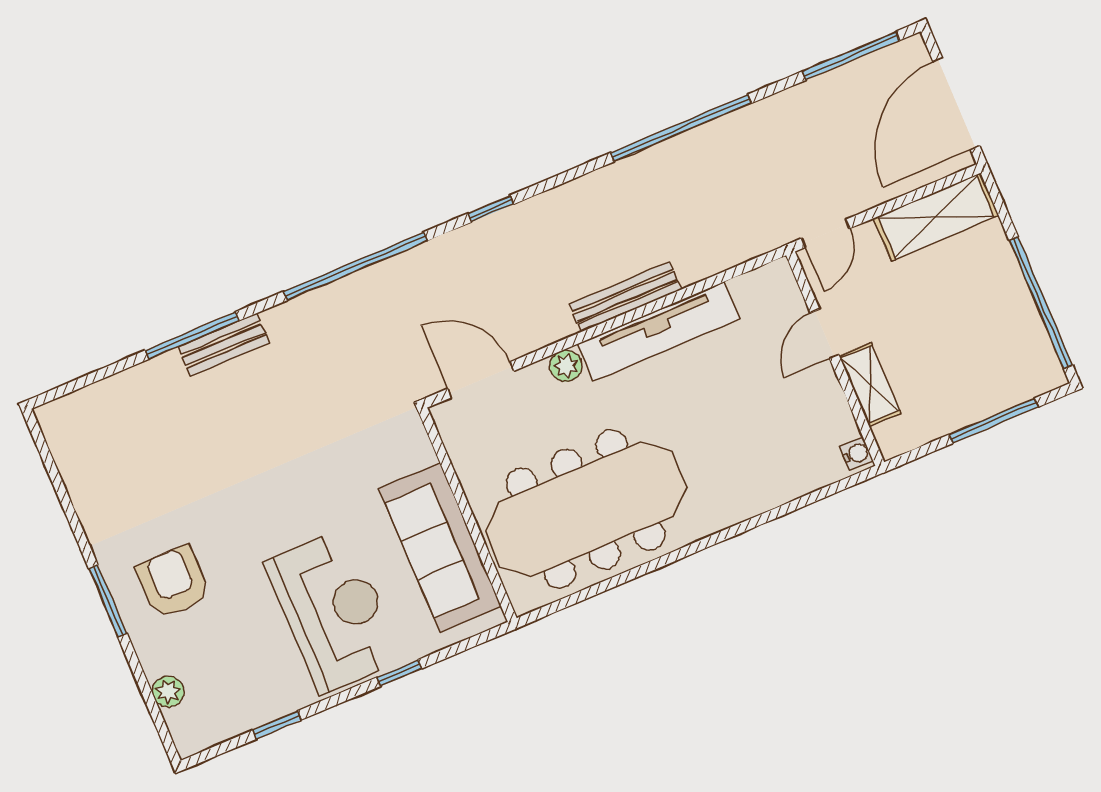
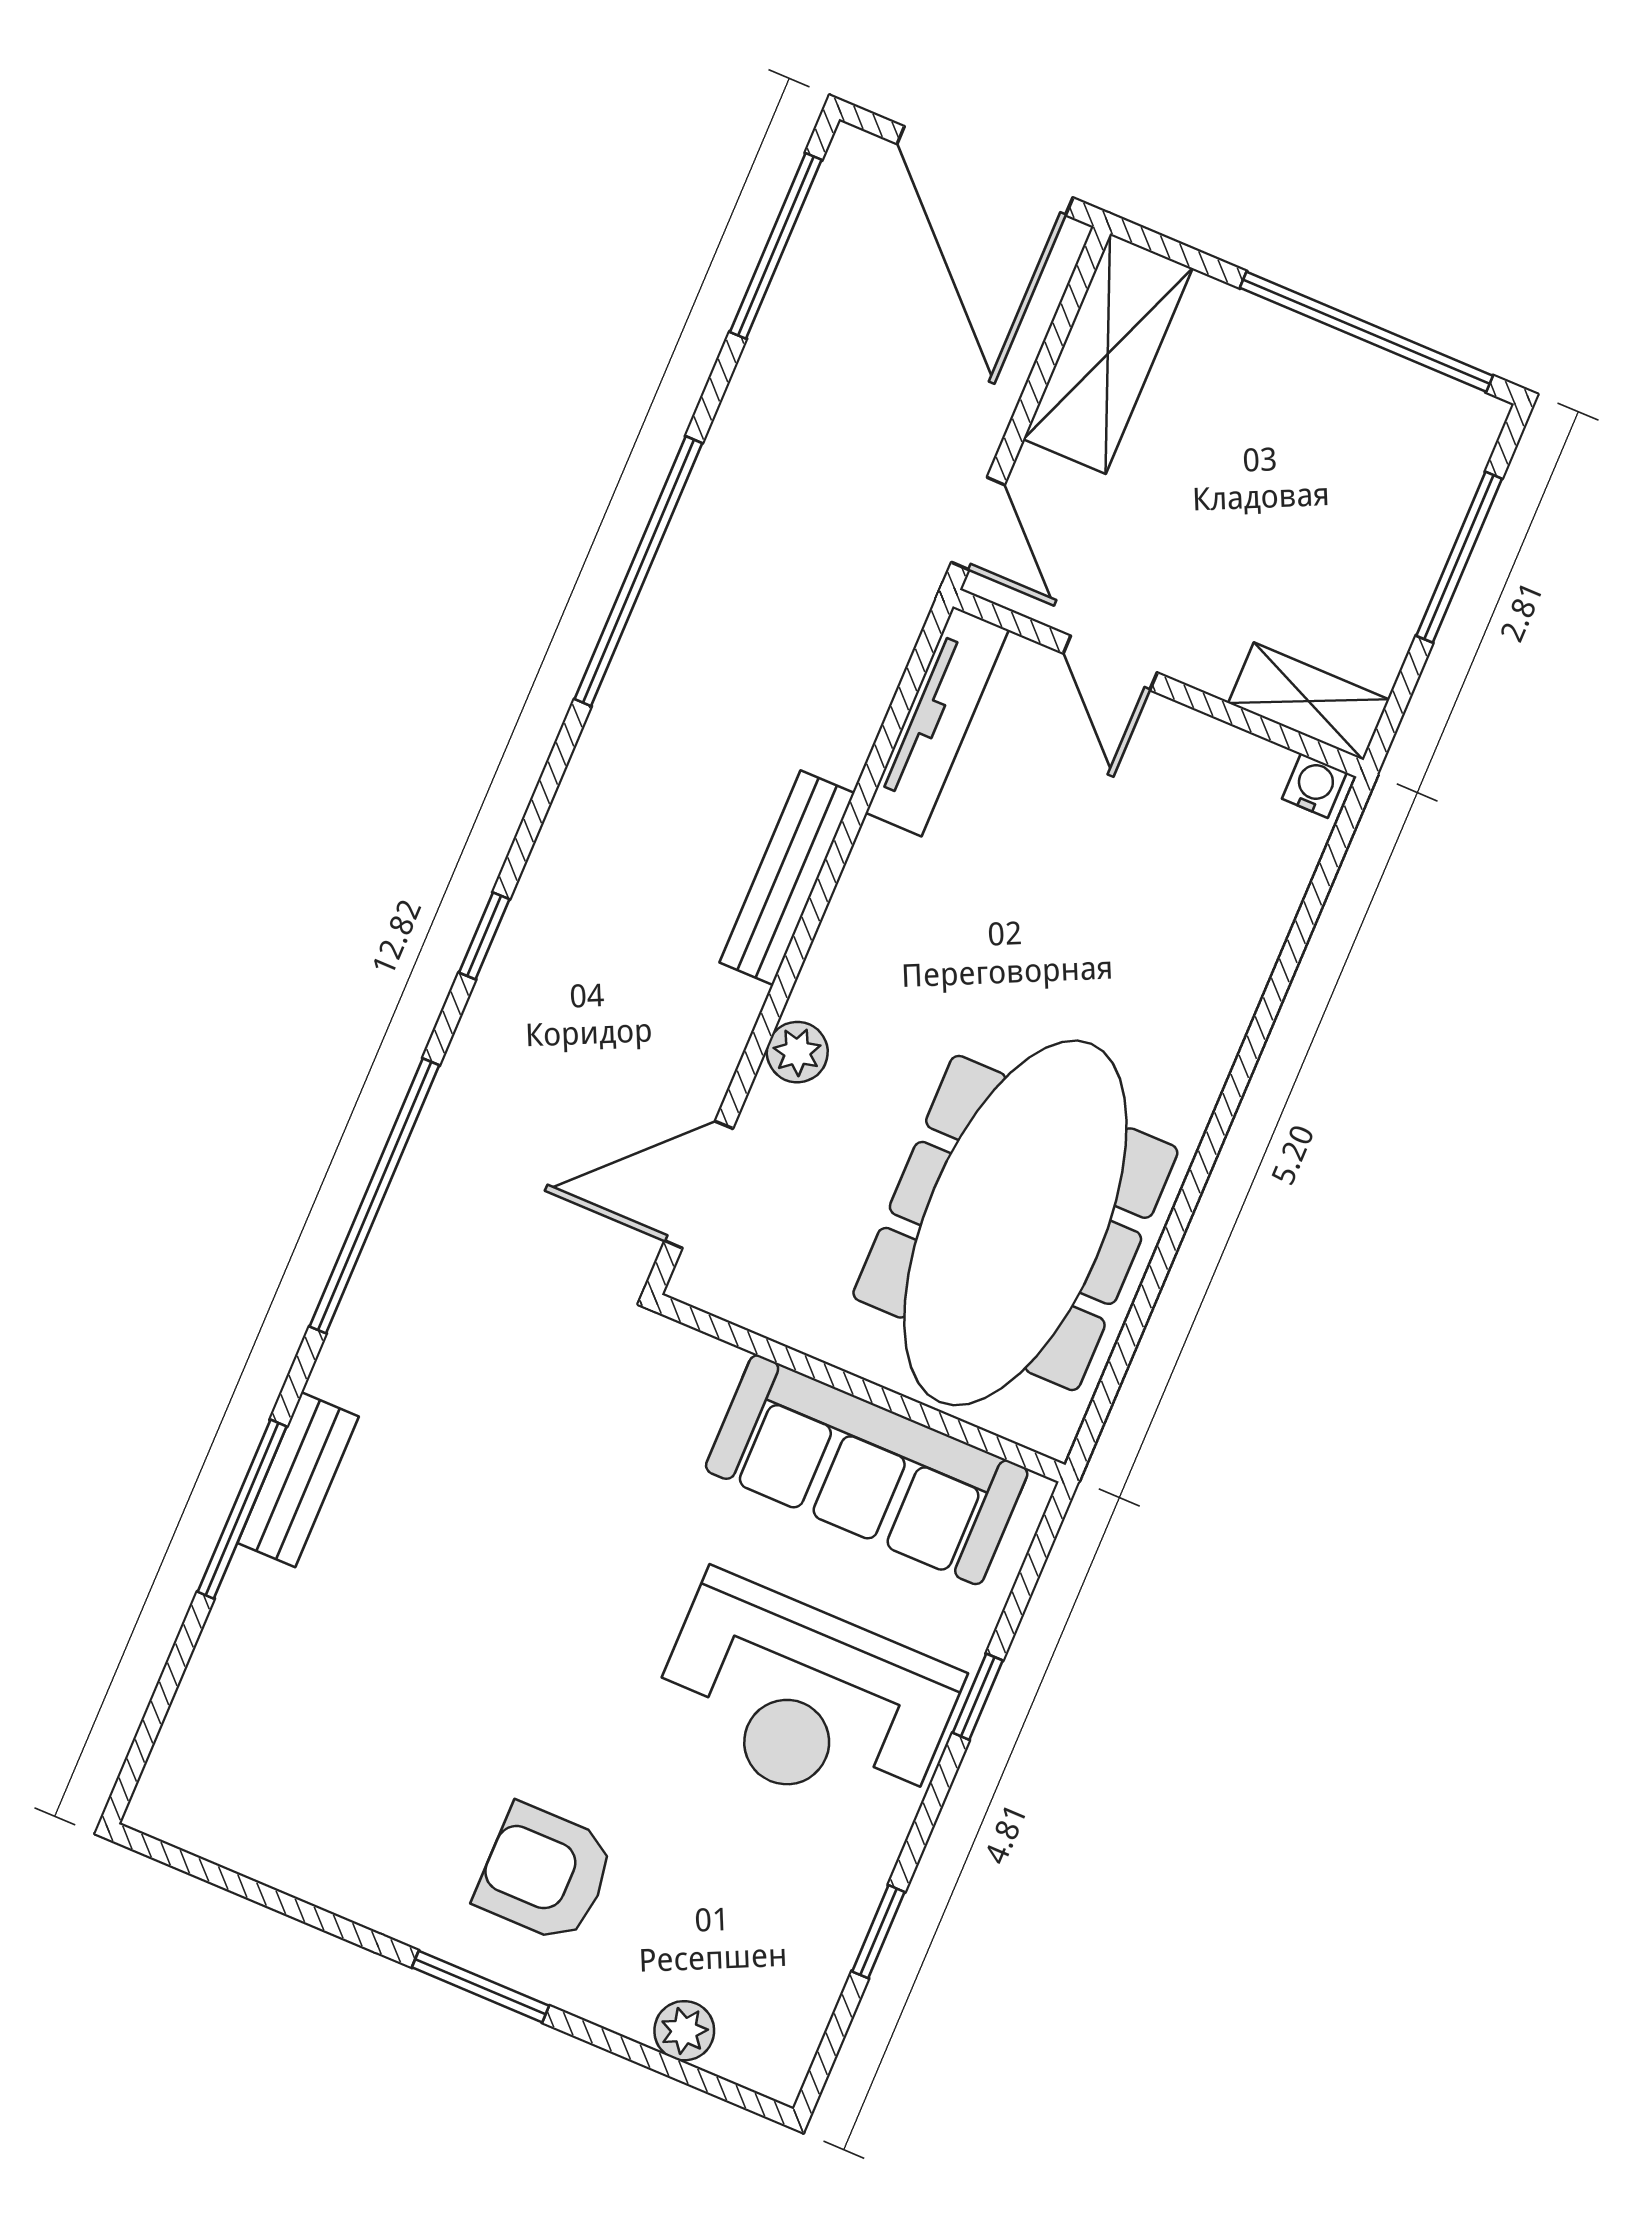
tv unit: (659, 331) -> (937, 721), moved, width x0.73, depth x0.78
shelving: (870, 384) -> (1309, 701), moved
reception desk: (333, 611) -> (805, 1700), turned 180

